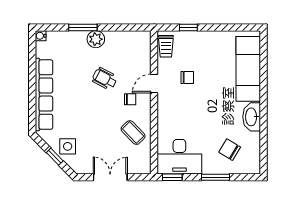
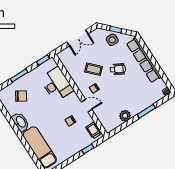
plant: (96, 39) -> (125, 116), moved
wheelchair: (105, 79) -> (118, 69), moved
door: (154, 84) -> (87, 106), hinge flipped
coffee table: (133, 133) -> (94, 69), moved
desk: (179, 157) -> (57, 84), moved, turned 90

